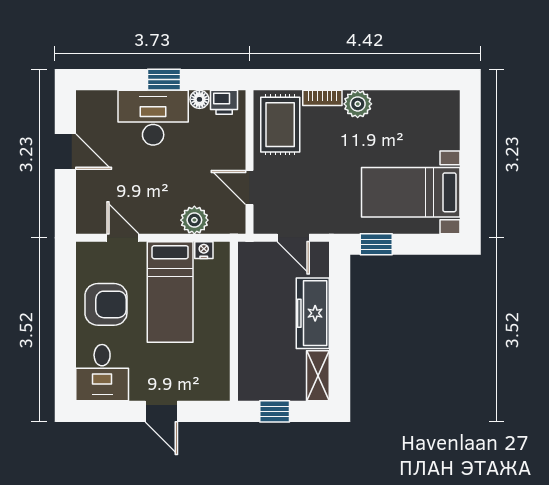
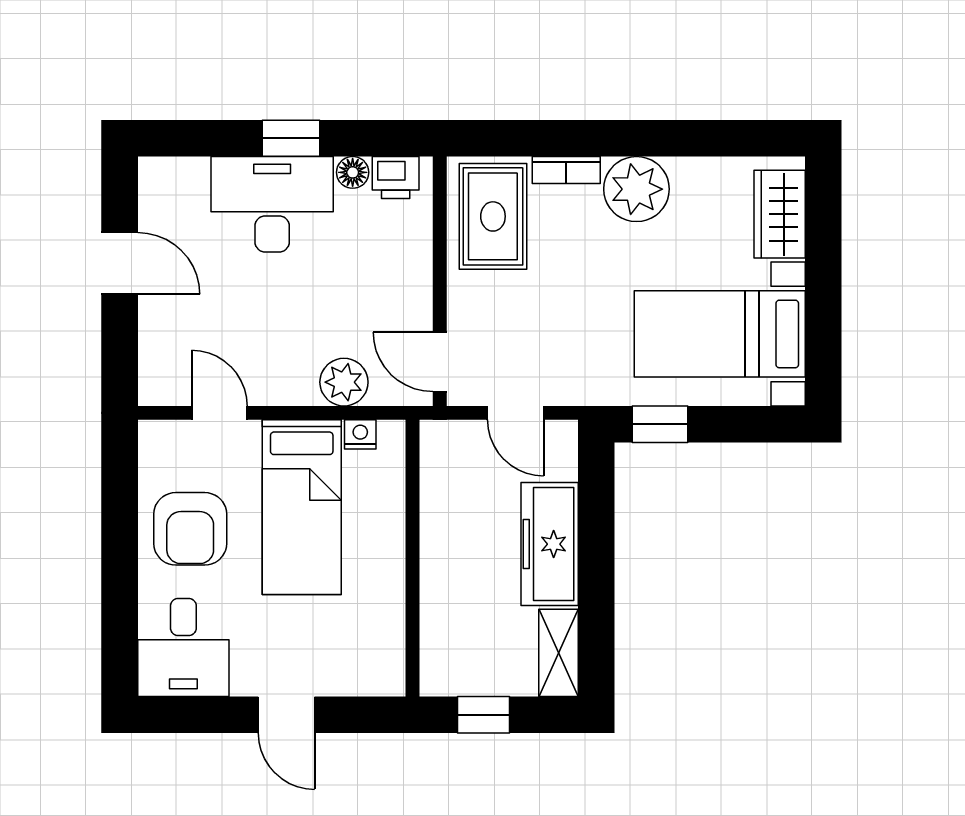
plant: (358, 104) -> (636, 189), width x1.36, depth x1.36
wardrobe: (445, 123) -> (780, 214), added
door: (250, 187) -> (440, 362), moved
armchair: (106, 304) -> (190, 529), turned 90

